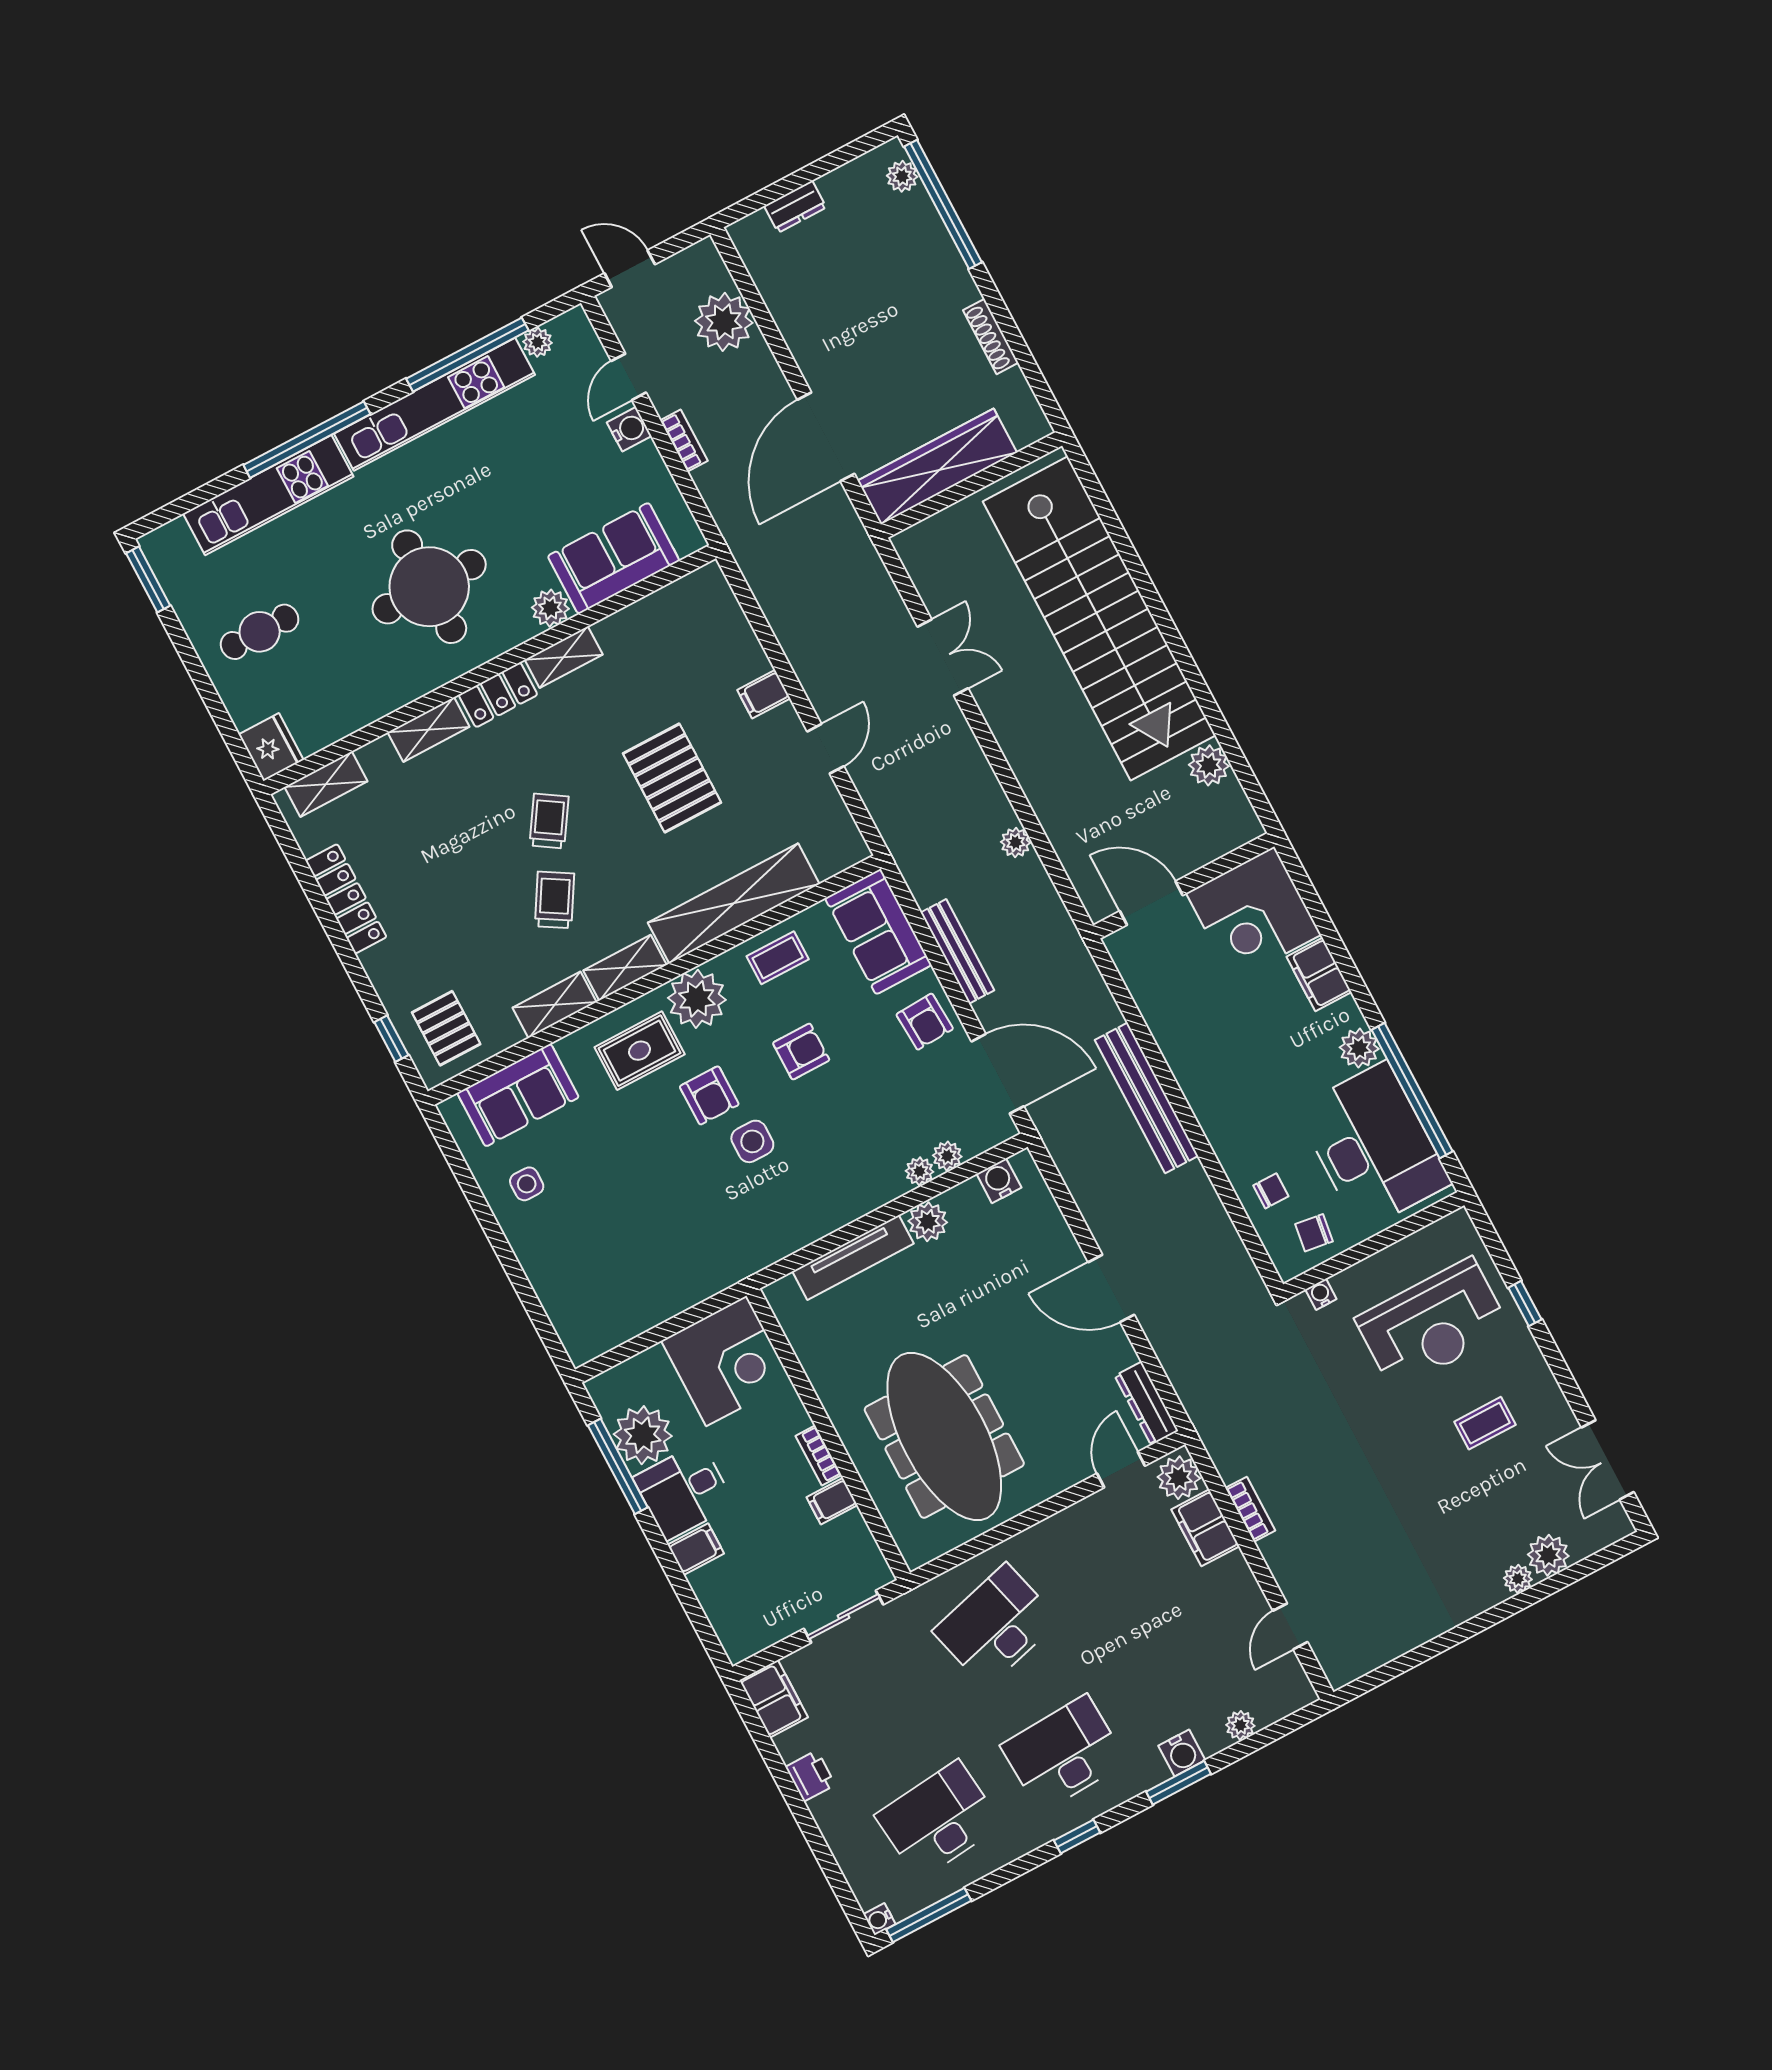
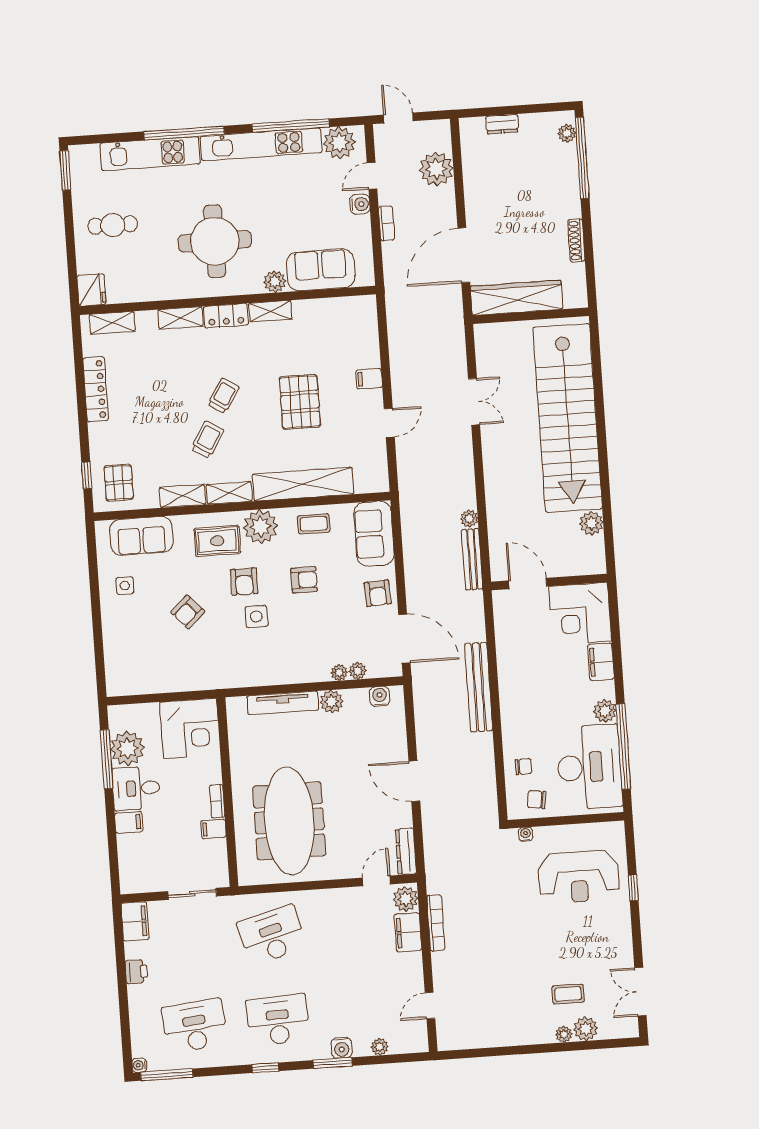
plant: (538, 342) -> (339, 143), width x1.87, depth x1.87
bench: (957, 951) -> (472, 559), moved
armchair: (643, 1181) -> (188, 612), added
coffee table: (1485, 1423) -> (568, 994), moved
bookcase: (1250, 1509) -> (436, 923), width x1.56

